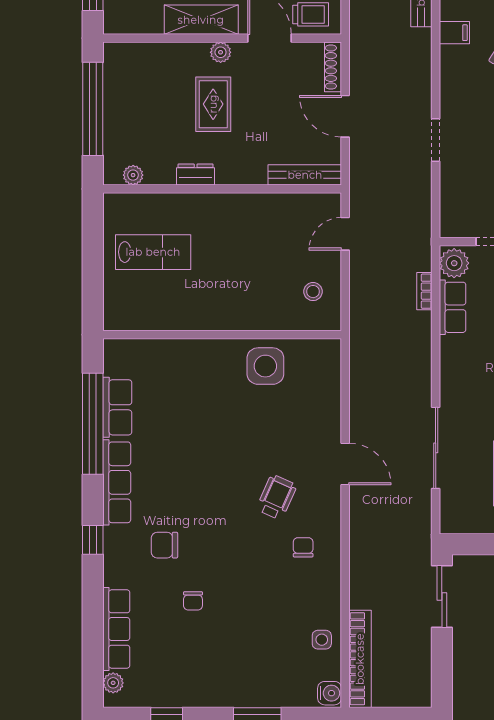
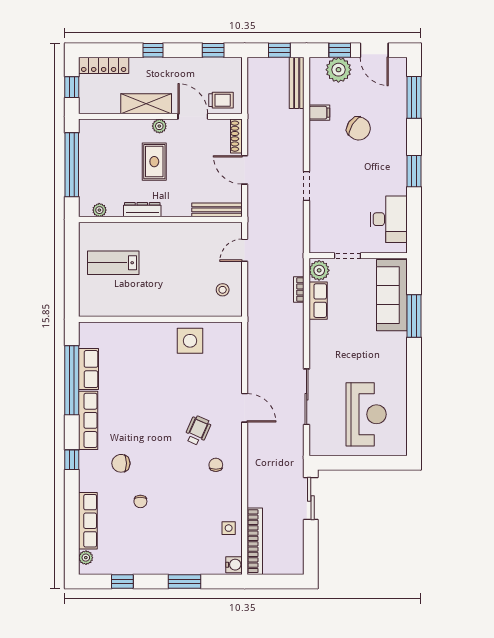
dresser: (196, 174) -> (142, 210), width x1.44
lab bench: (153, 252) -> (113, 263), turned 180

